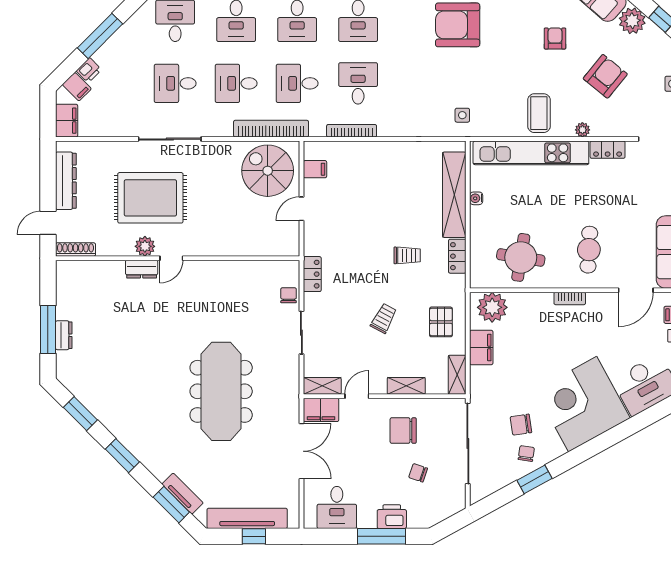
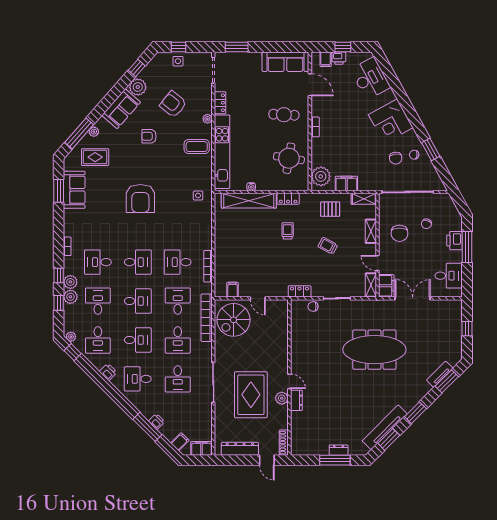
printer: (89, 70) -> (157, 421), moved
desk: (297, 83) -> (178, 301), turned 180
corner desk: (583, 404) -> (391, 121), width x0.74, depth x0.74
tv unit: (247, 518) -> (385, 427), moved, turned 45

